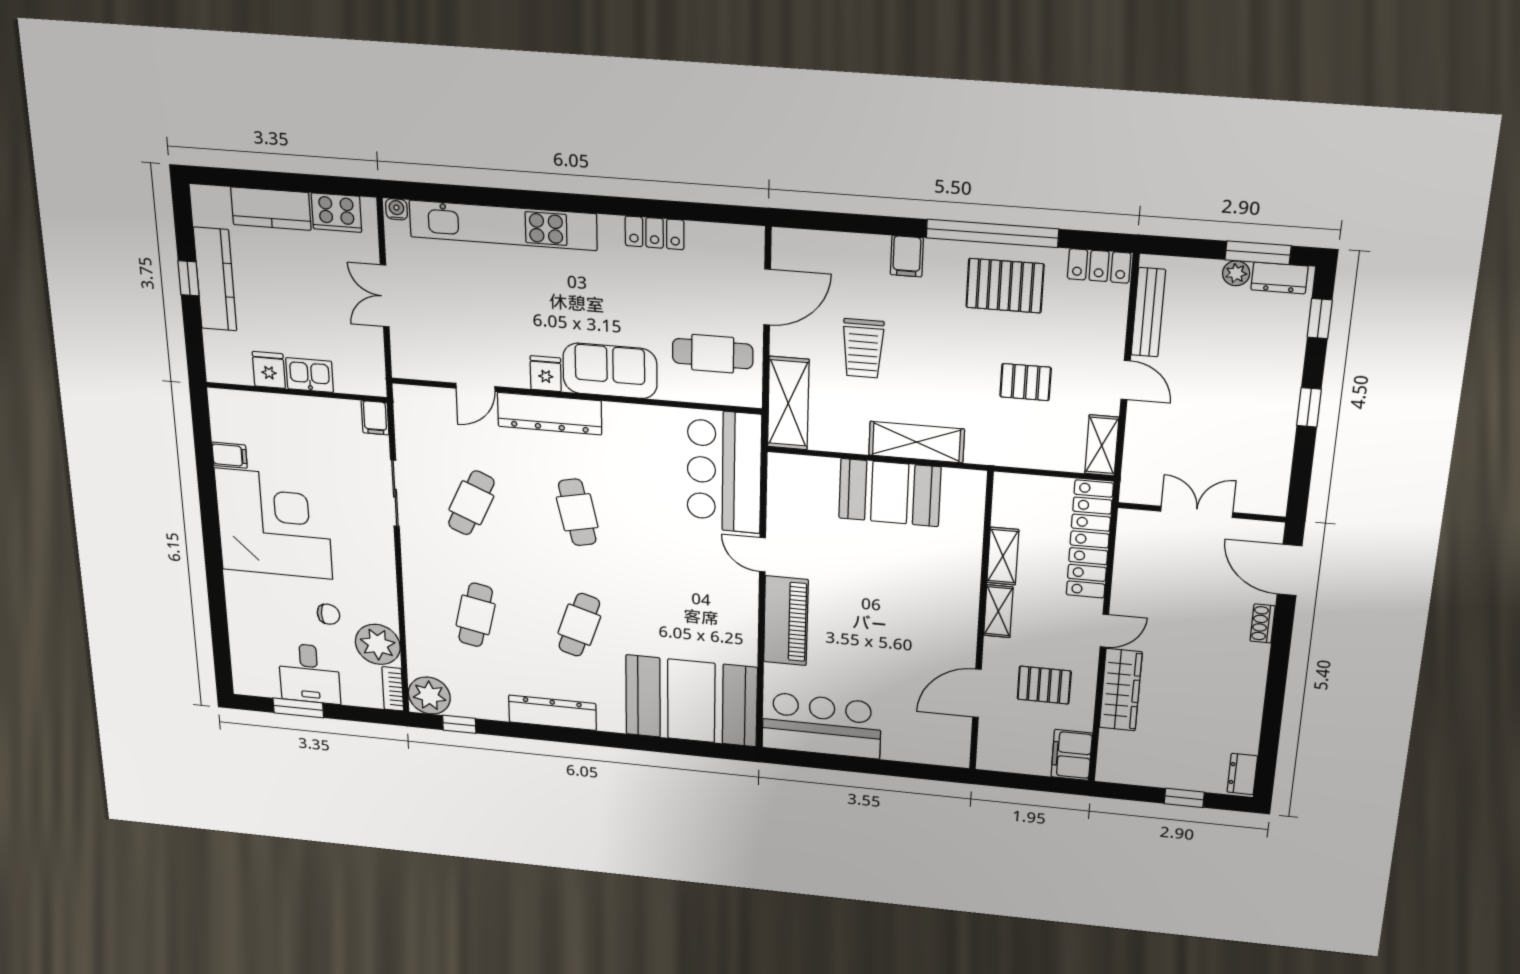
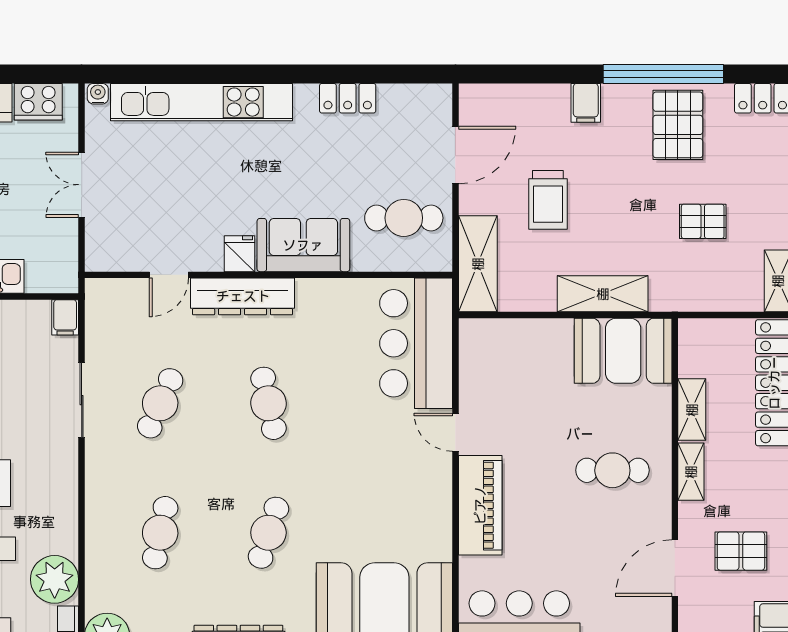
pallet: (1005, 286) -> (678, 125), turned 90
booth: (890, 493) -> (623, 351), moved
cafe table: (919, 603) -> (612, 470), added

